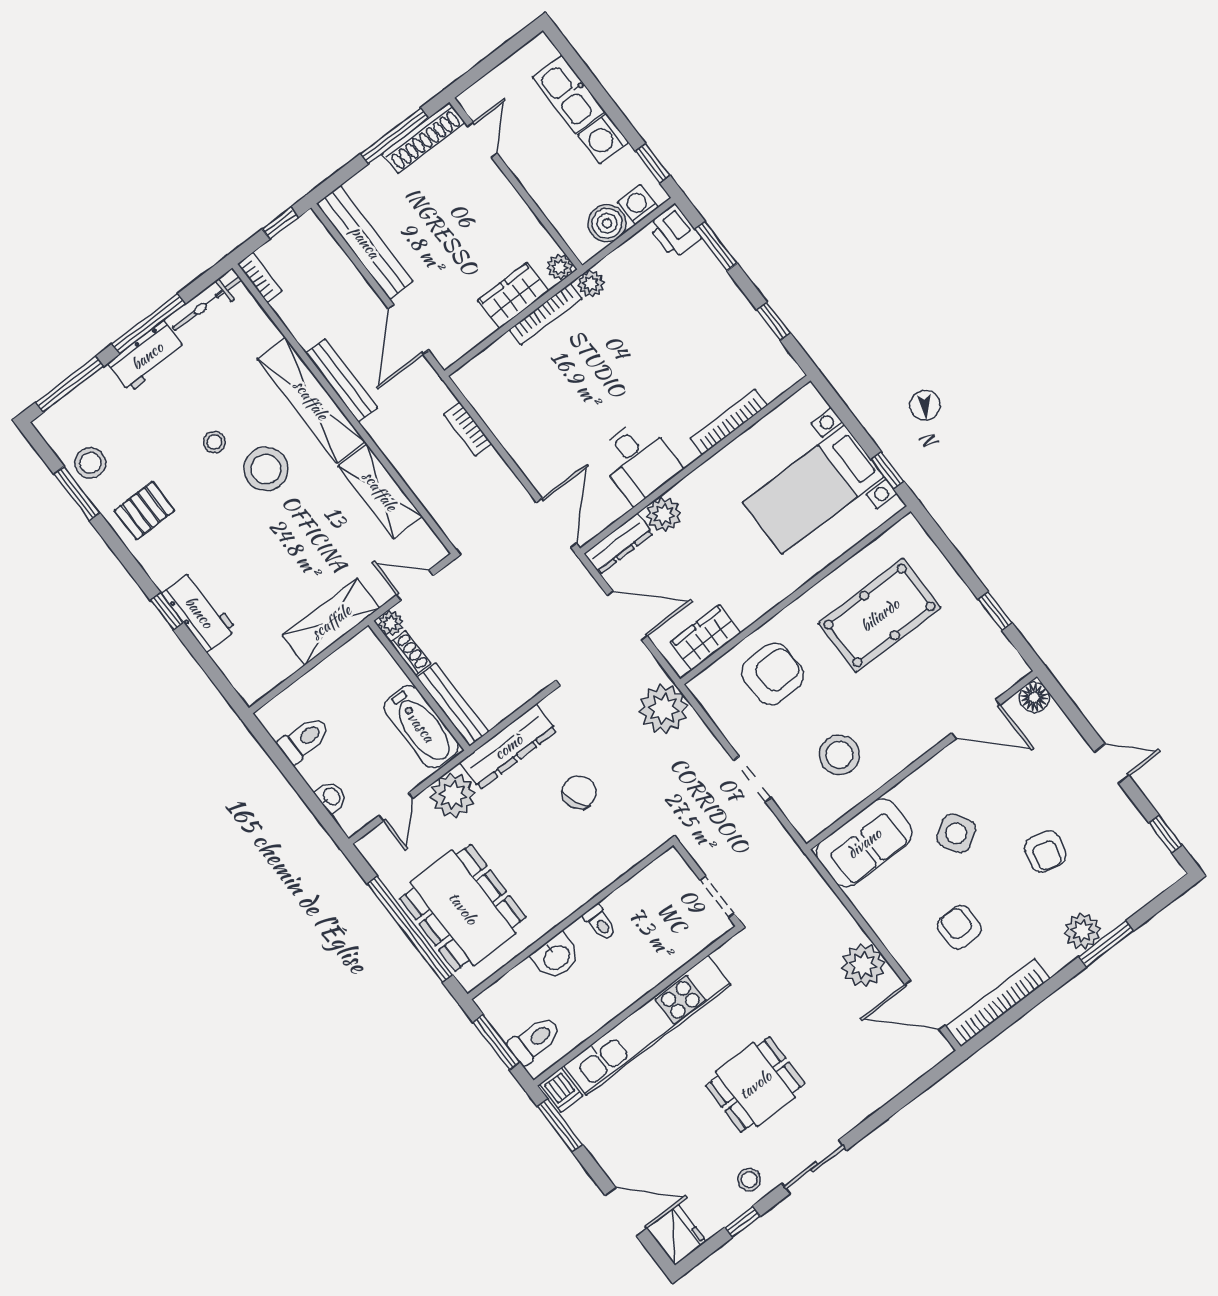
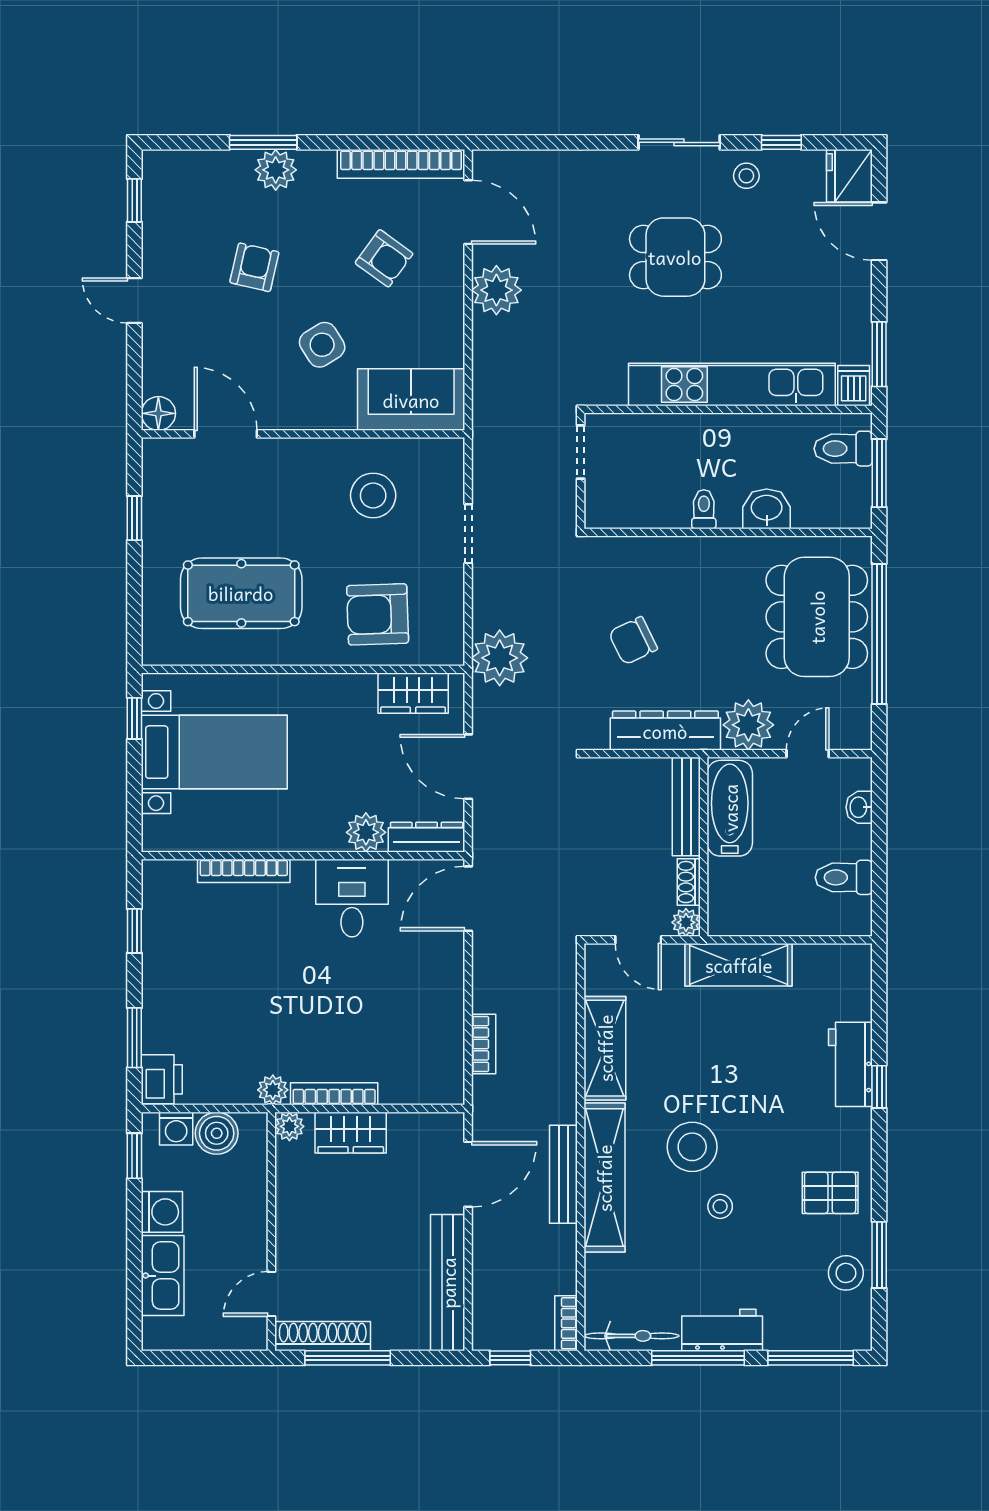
armchair: (959, 927) -> (384, 258), turned -54

